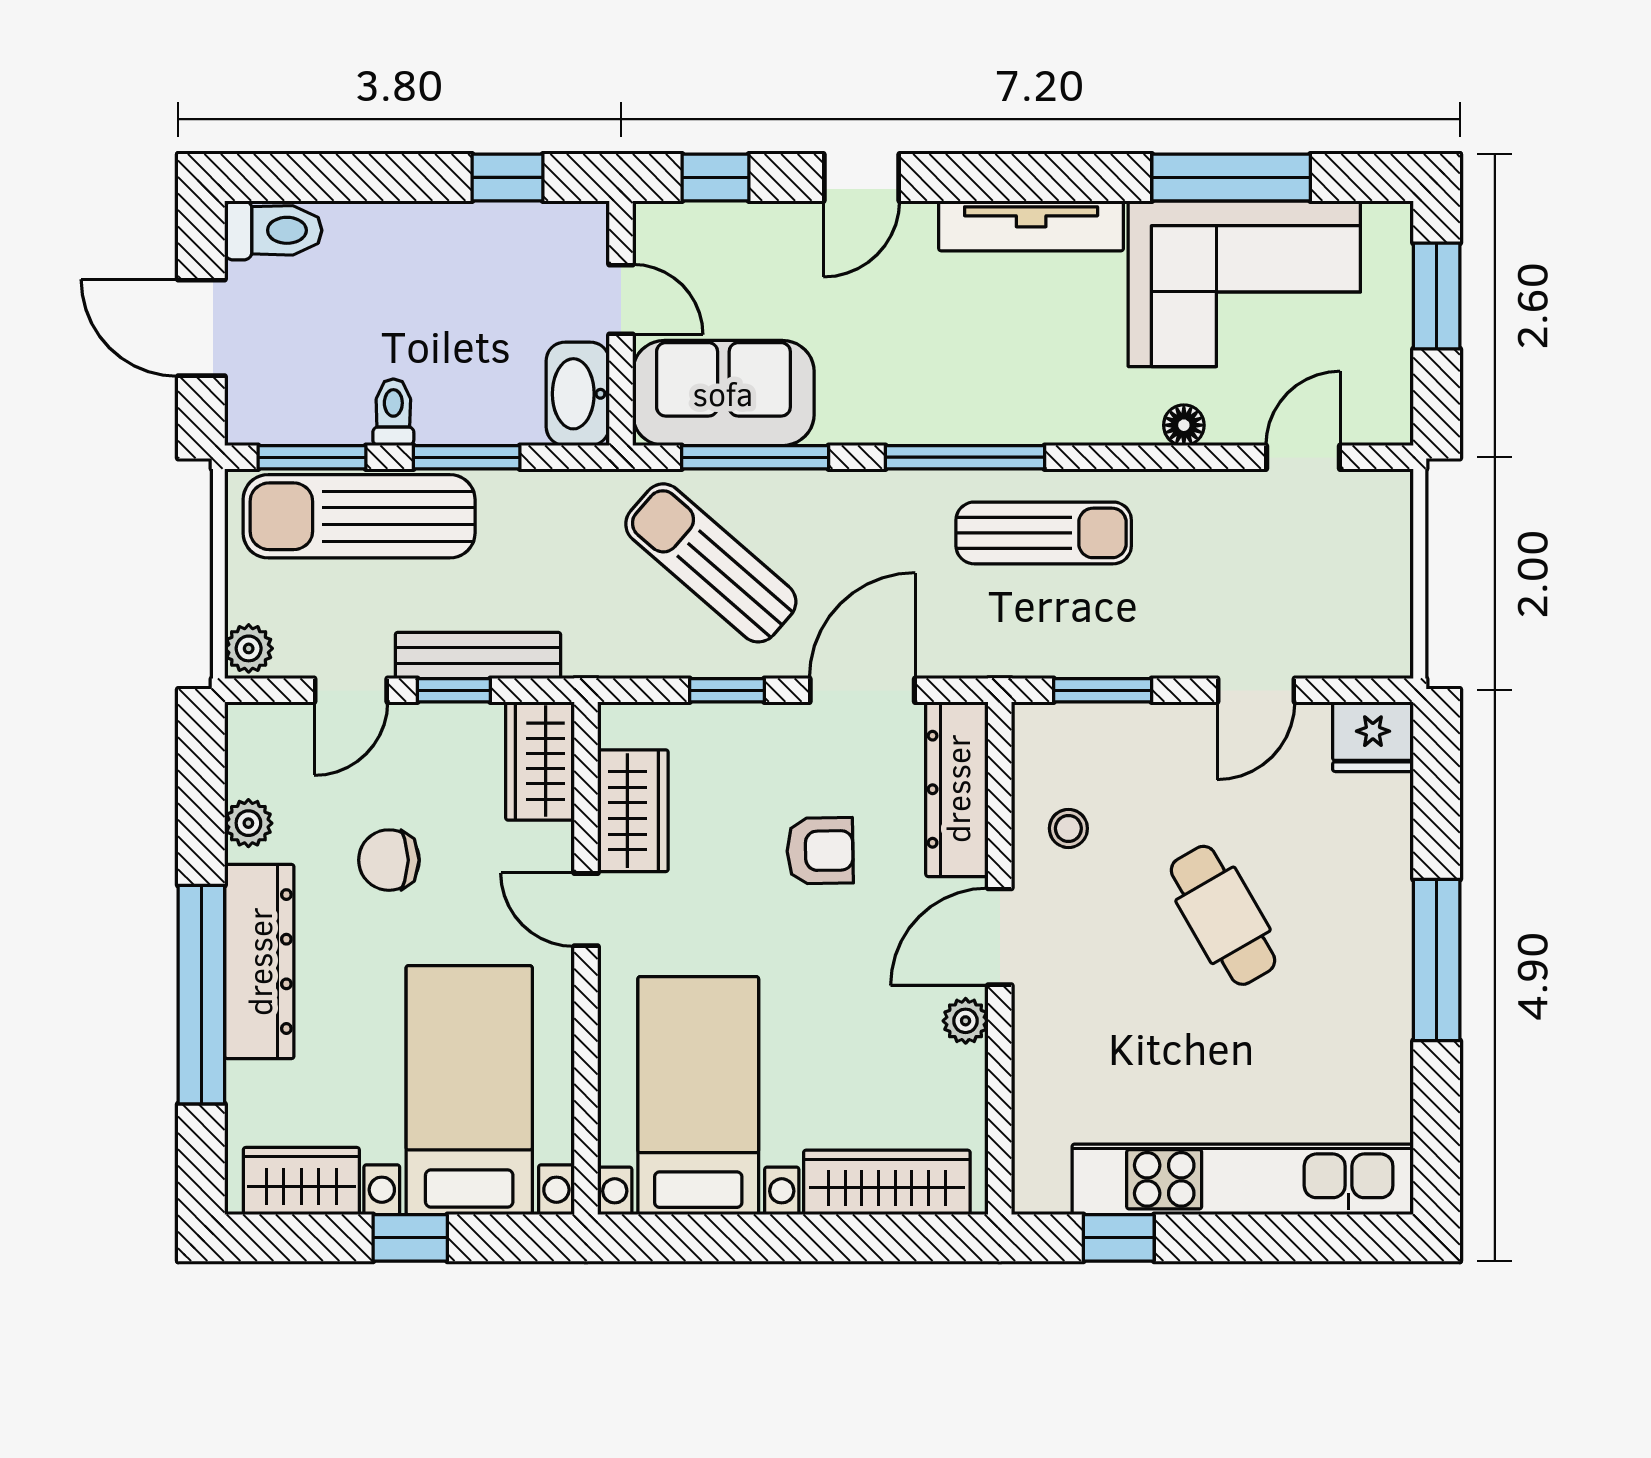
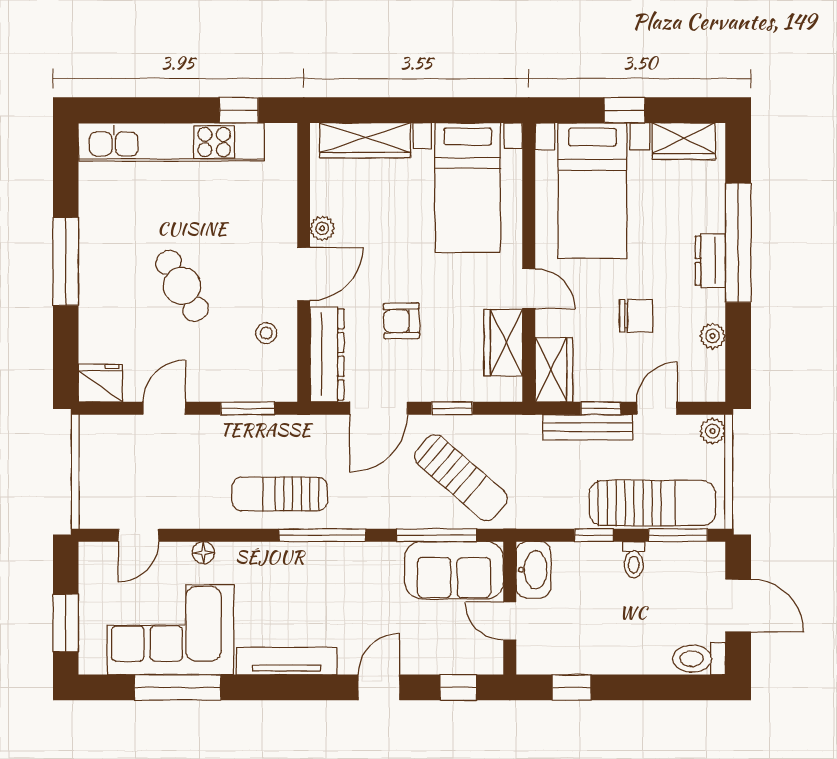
window: (467, 457) -> (594, 535), width x0.67
dresser: (259, 962) -> (710, 261), width x0.51, depth x0.80

